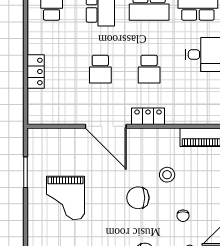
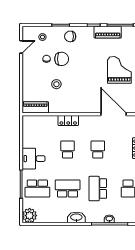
door: (106, 126) -> (113, 114), moved
chair: (138, 198) -> (62, 59), moved

